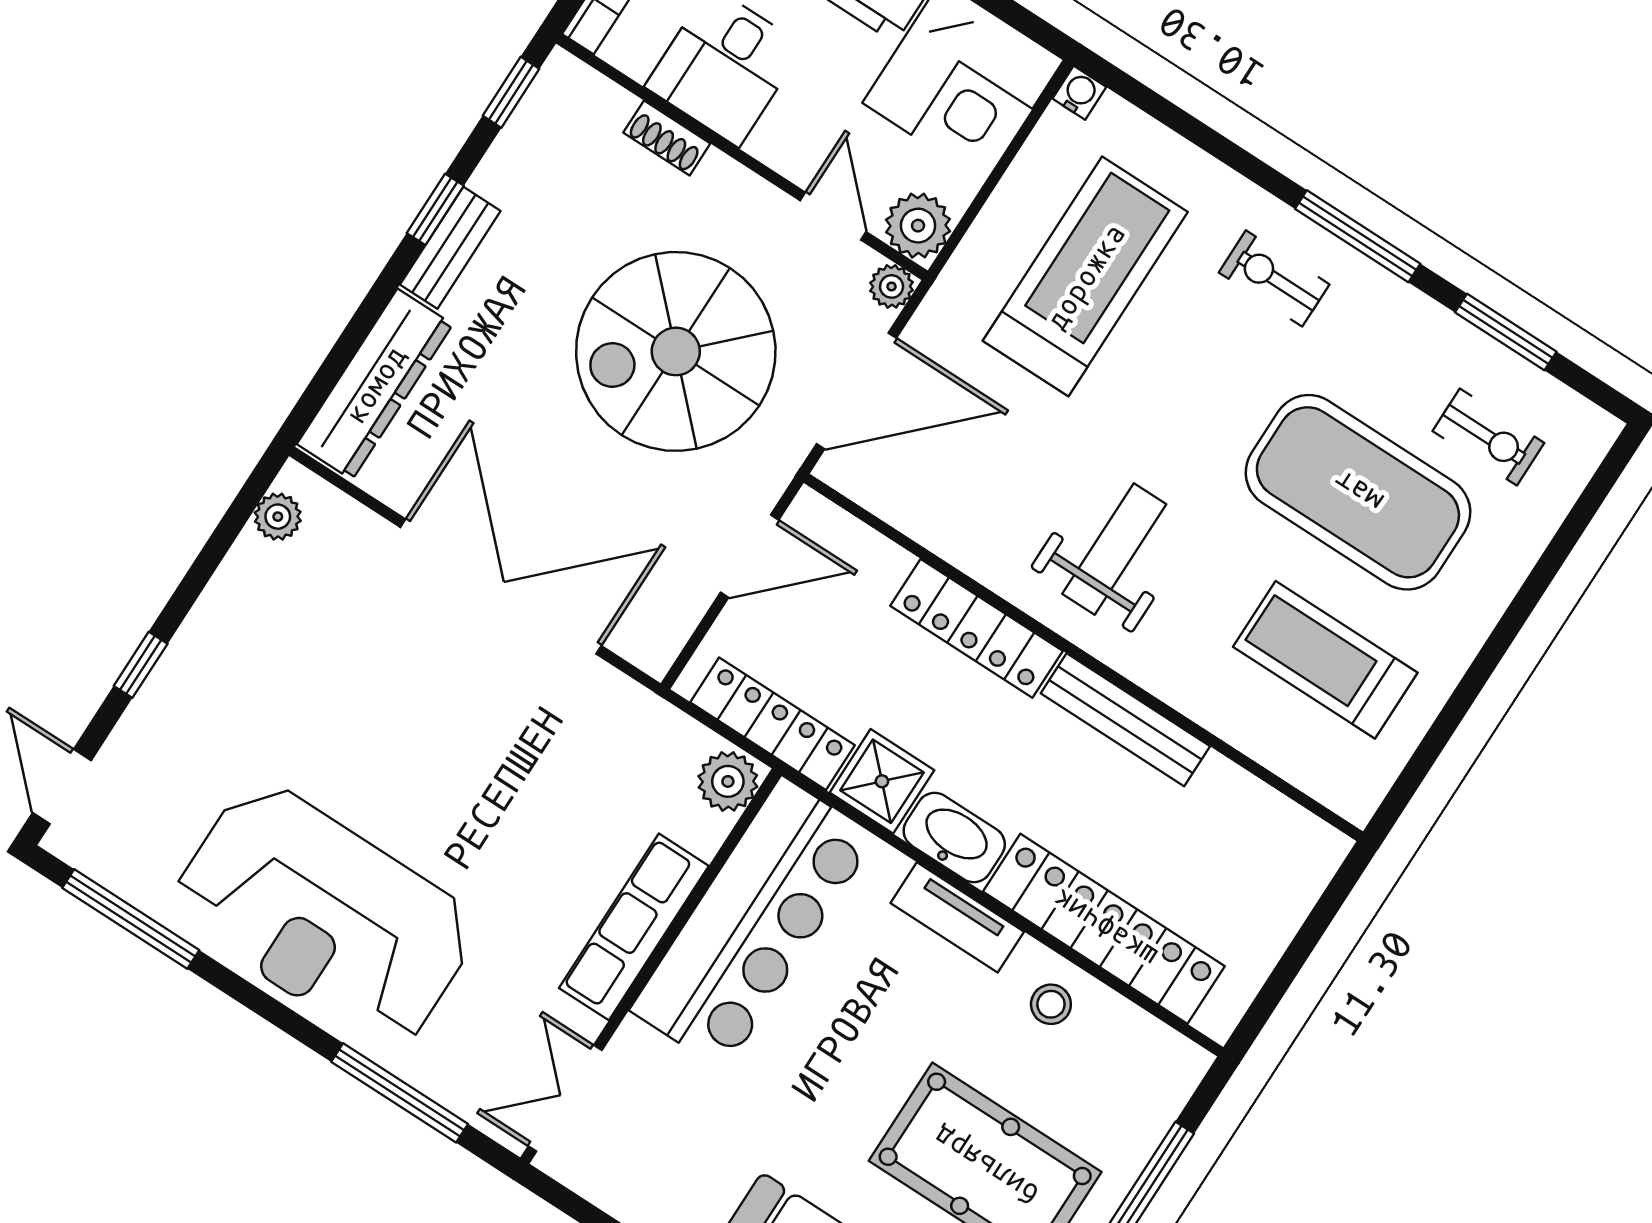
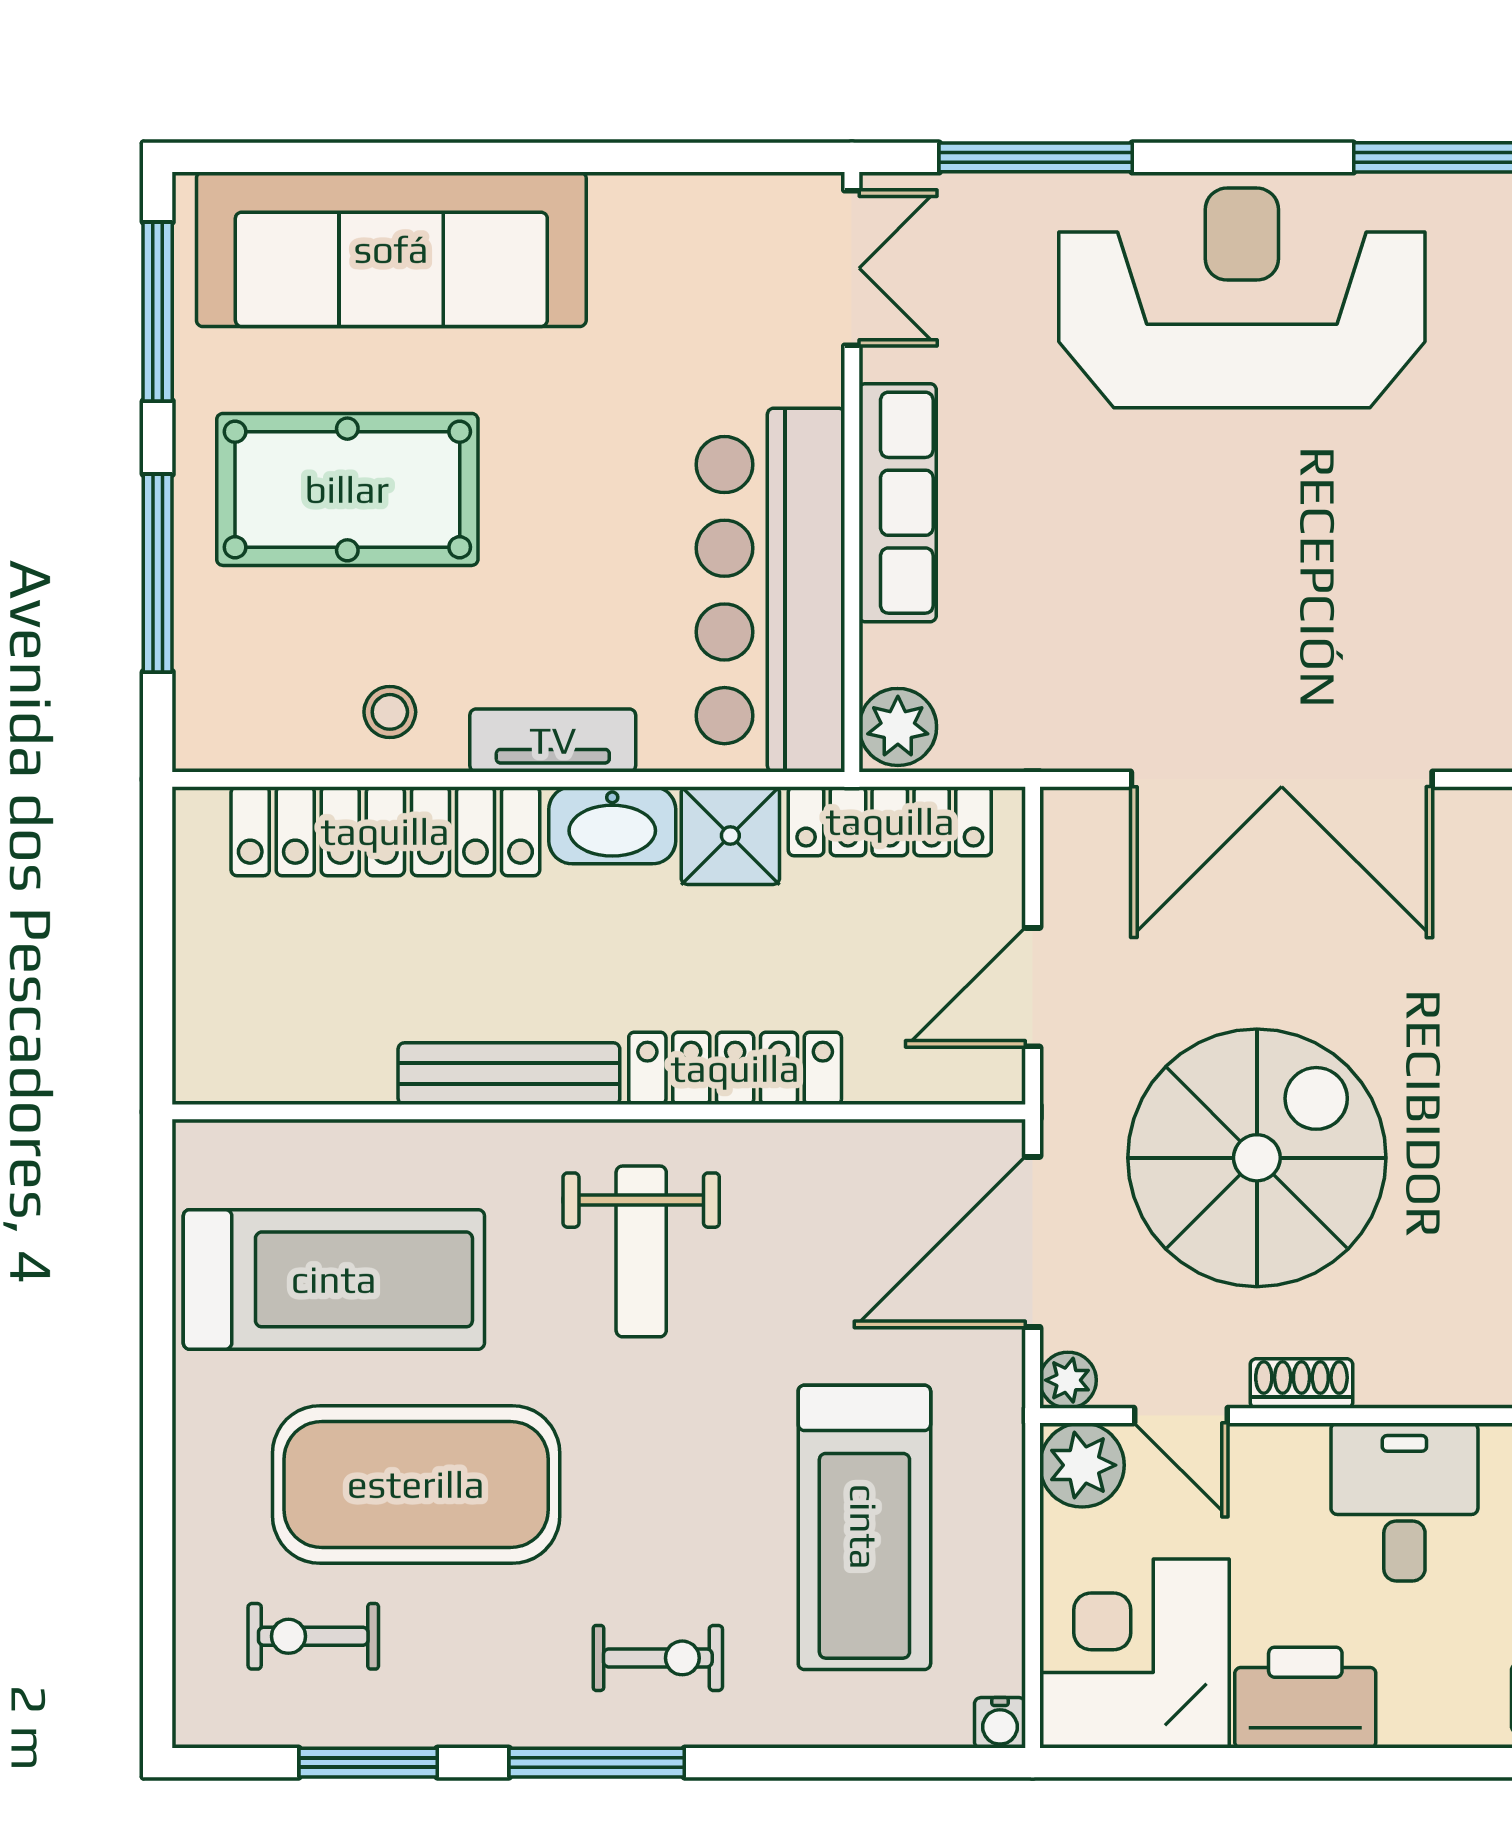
shoe rack: (667, 138) -> (1301, 1383), moved
treadmill: (1325, 660) -> (334, 1279), width x1.37, depth x1.38

